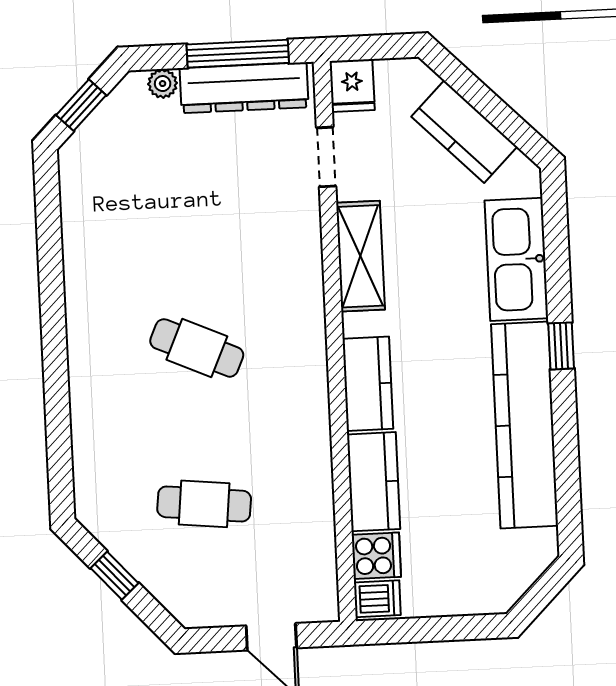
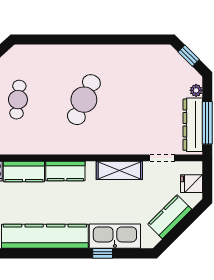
fridge: (352, 86) -> (191, 184), moved
window: (561, 346) -> (103, 253), moved
cafe table: (197, 348) -> (84, 100), width x1.37, depth x1.35

